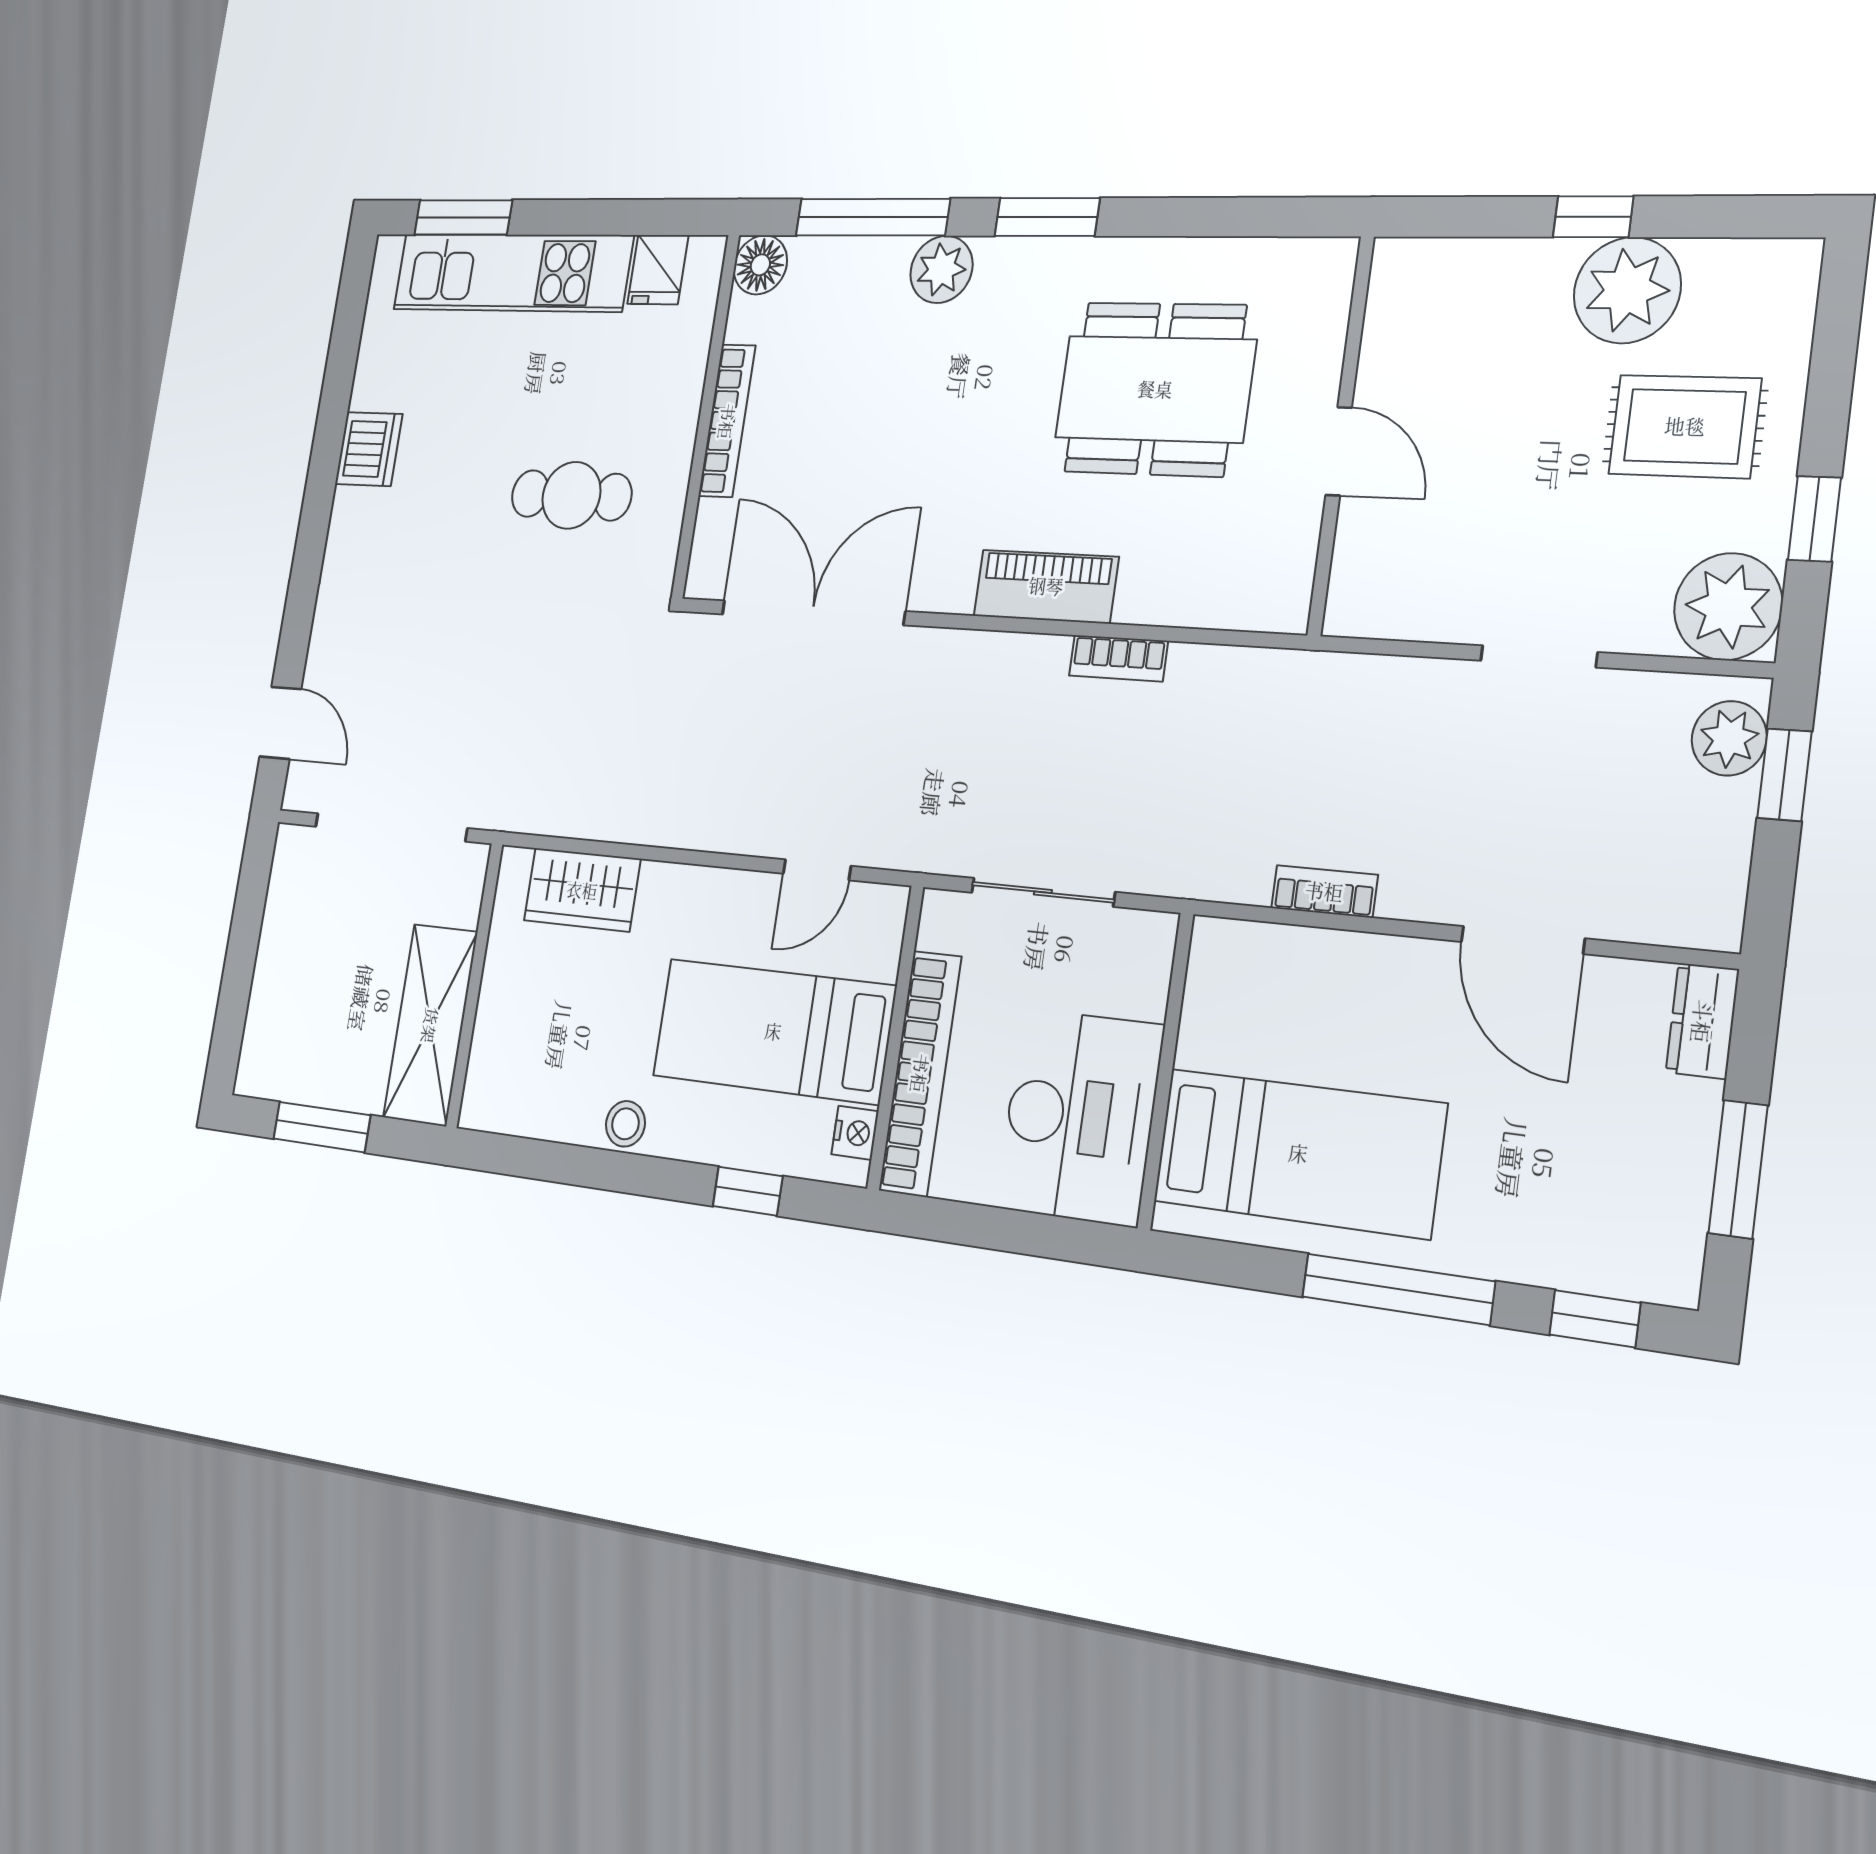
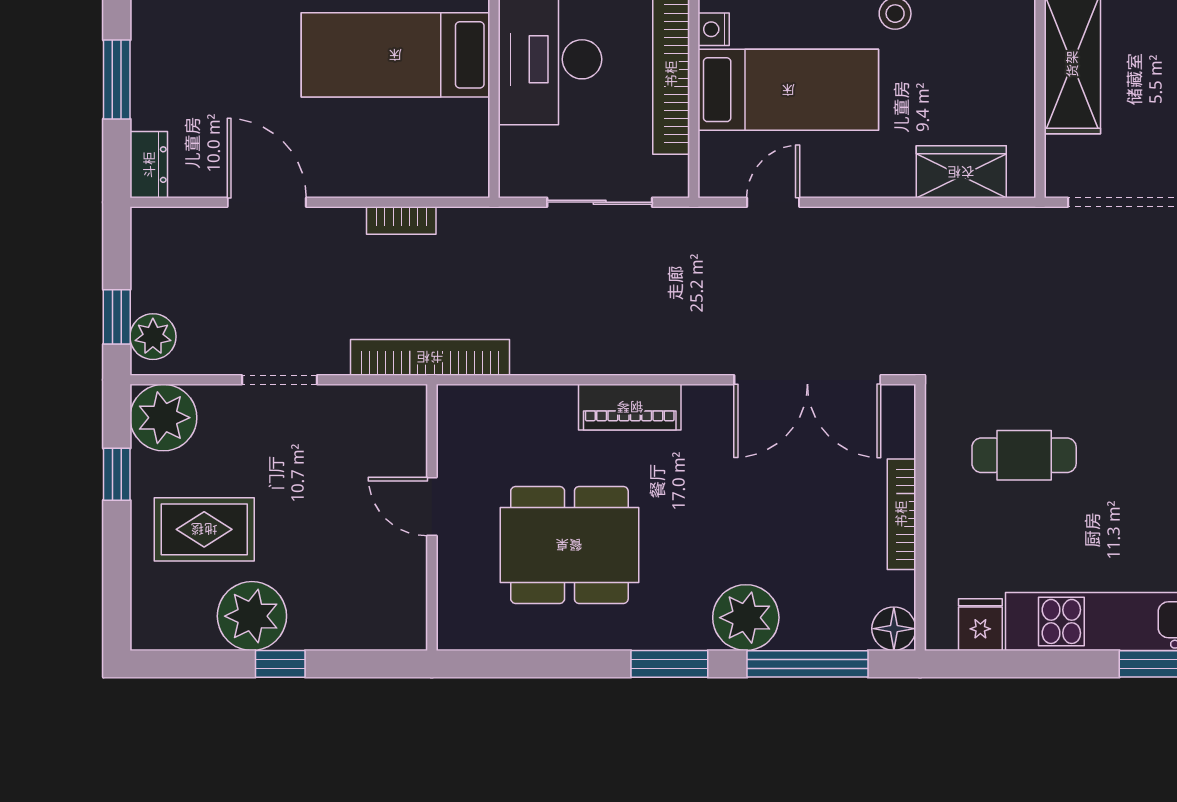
plant: (941, 269) -> (746, 618), width x1.36, depth x1.36
bookcase: (1118, 658) -> (430, 357), moved, width x2.31, depth x1.31

